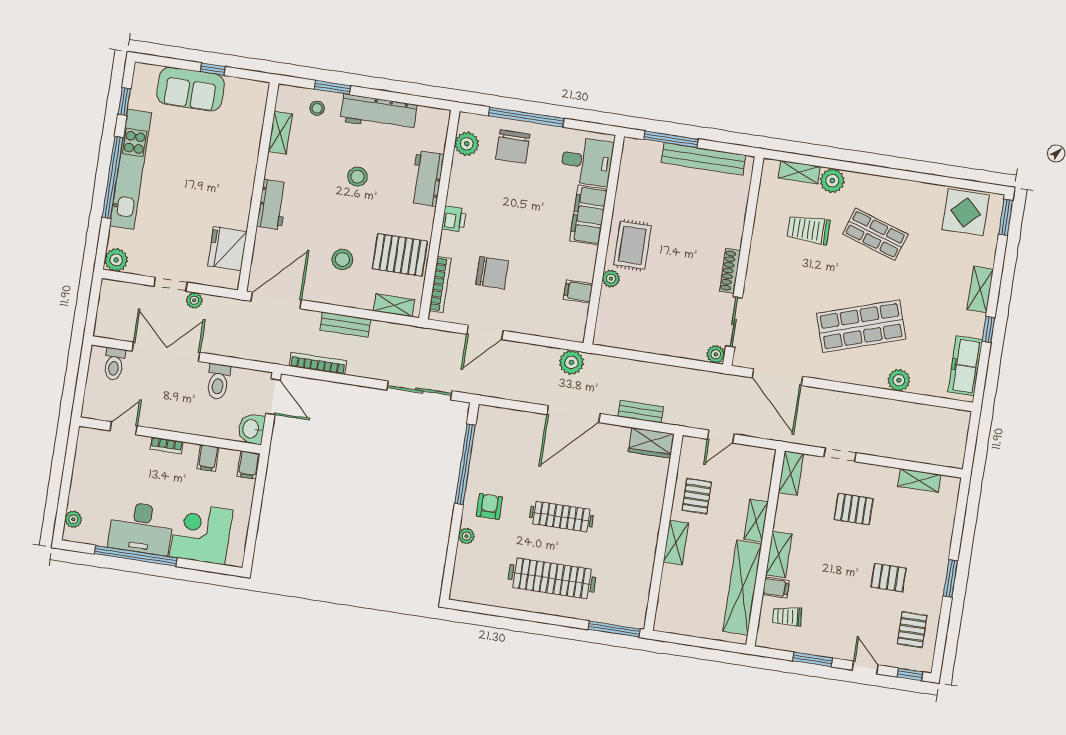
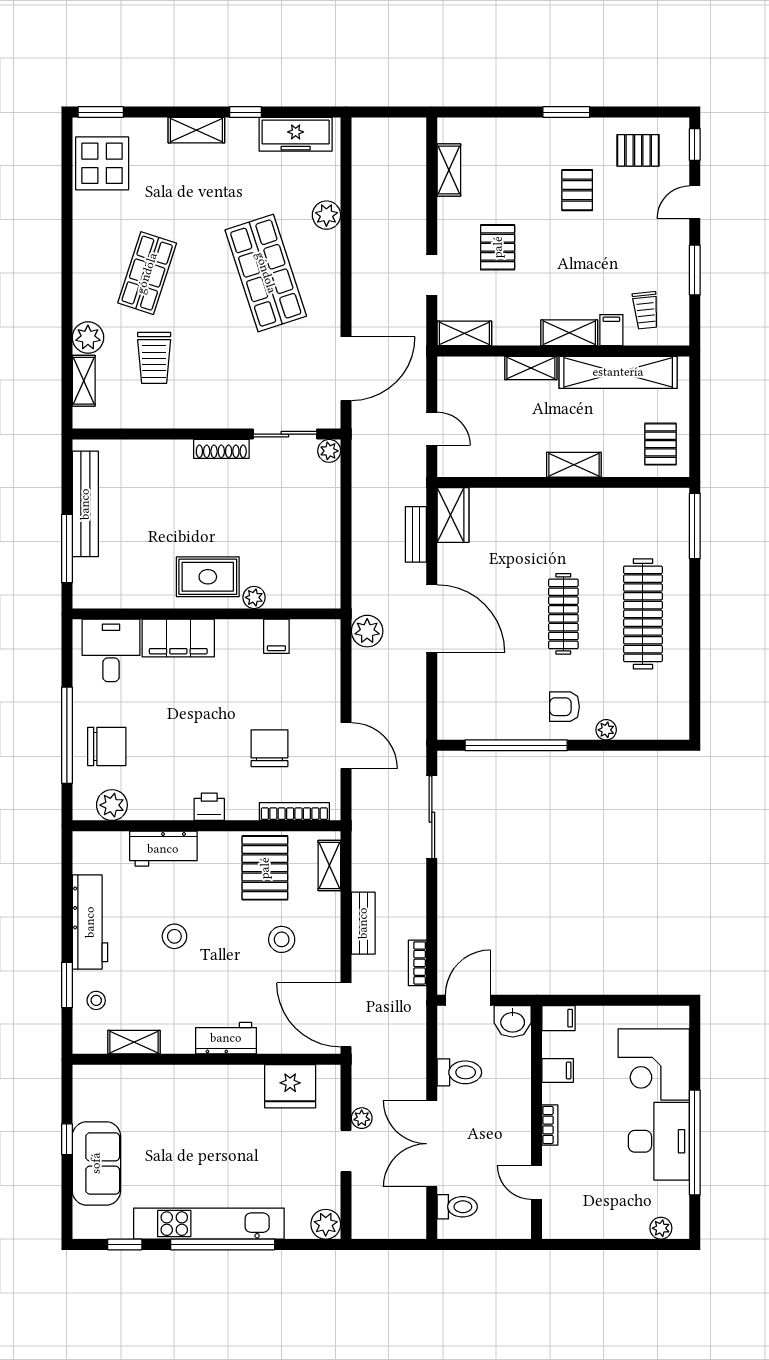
bookcase: (318, 363) -> (417, 963), width x0.64
pallet: (697, 496) -> (660, 444), moved, turned 90

